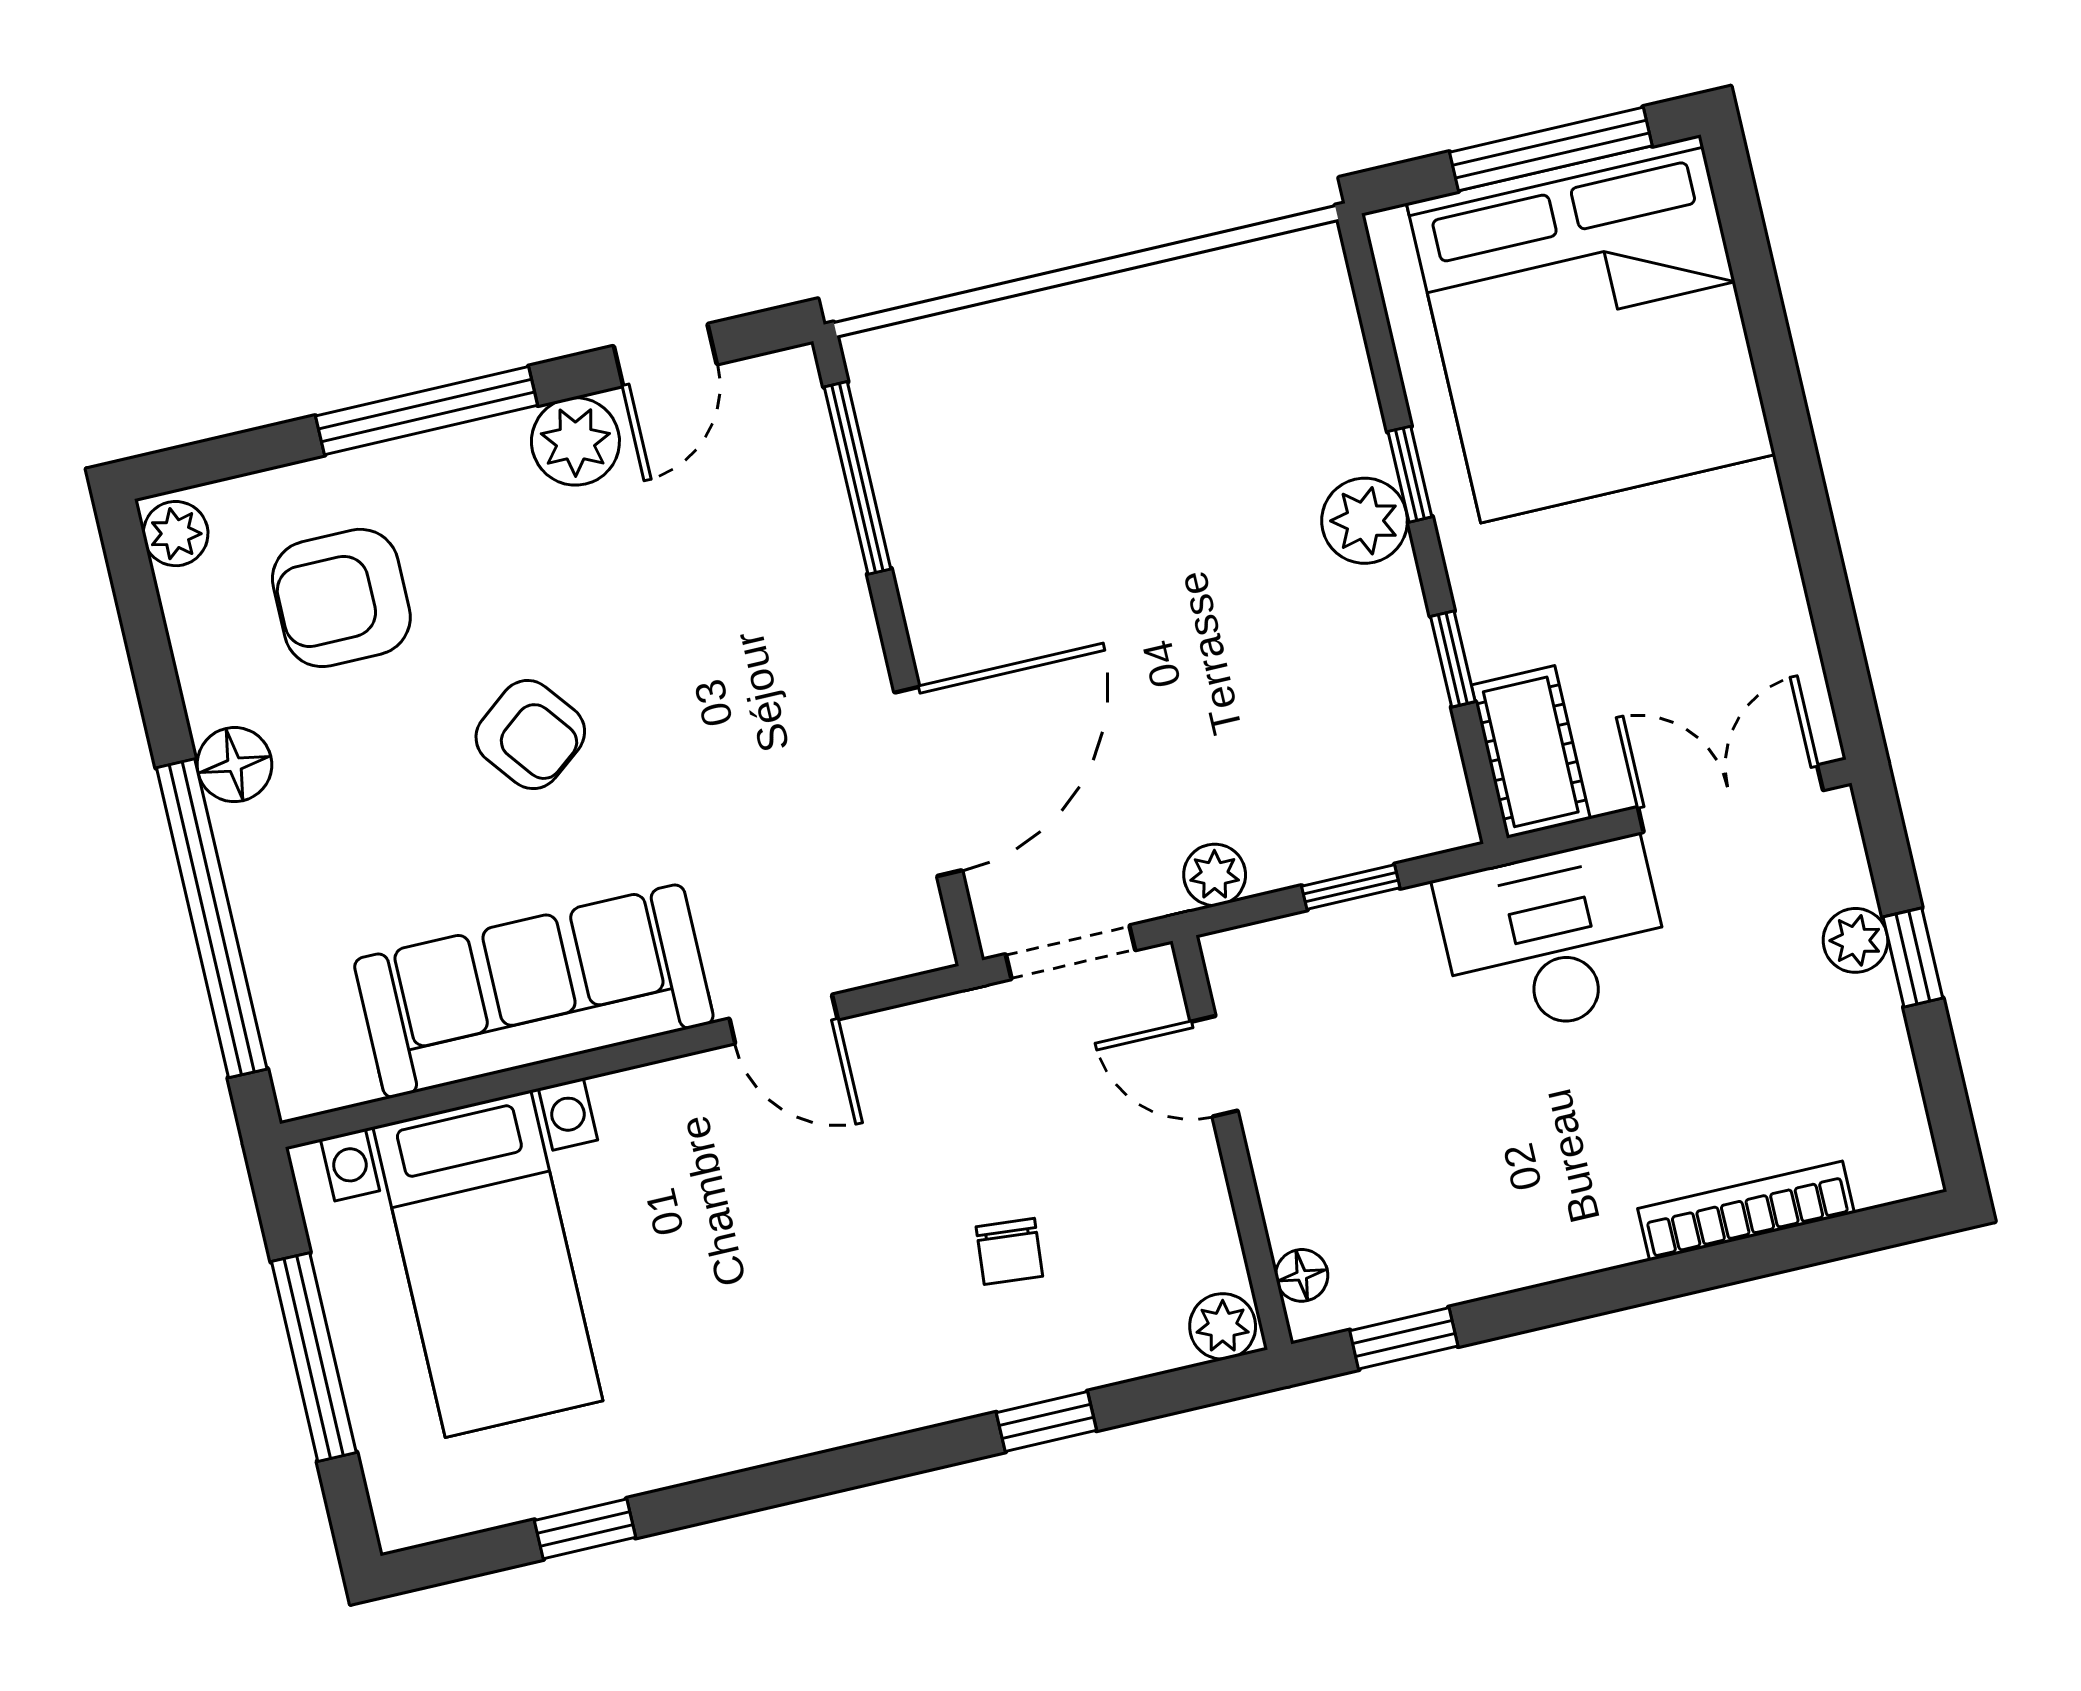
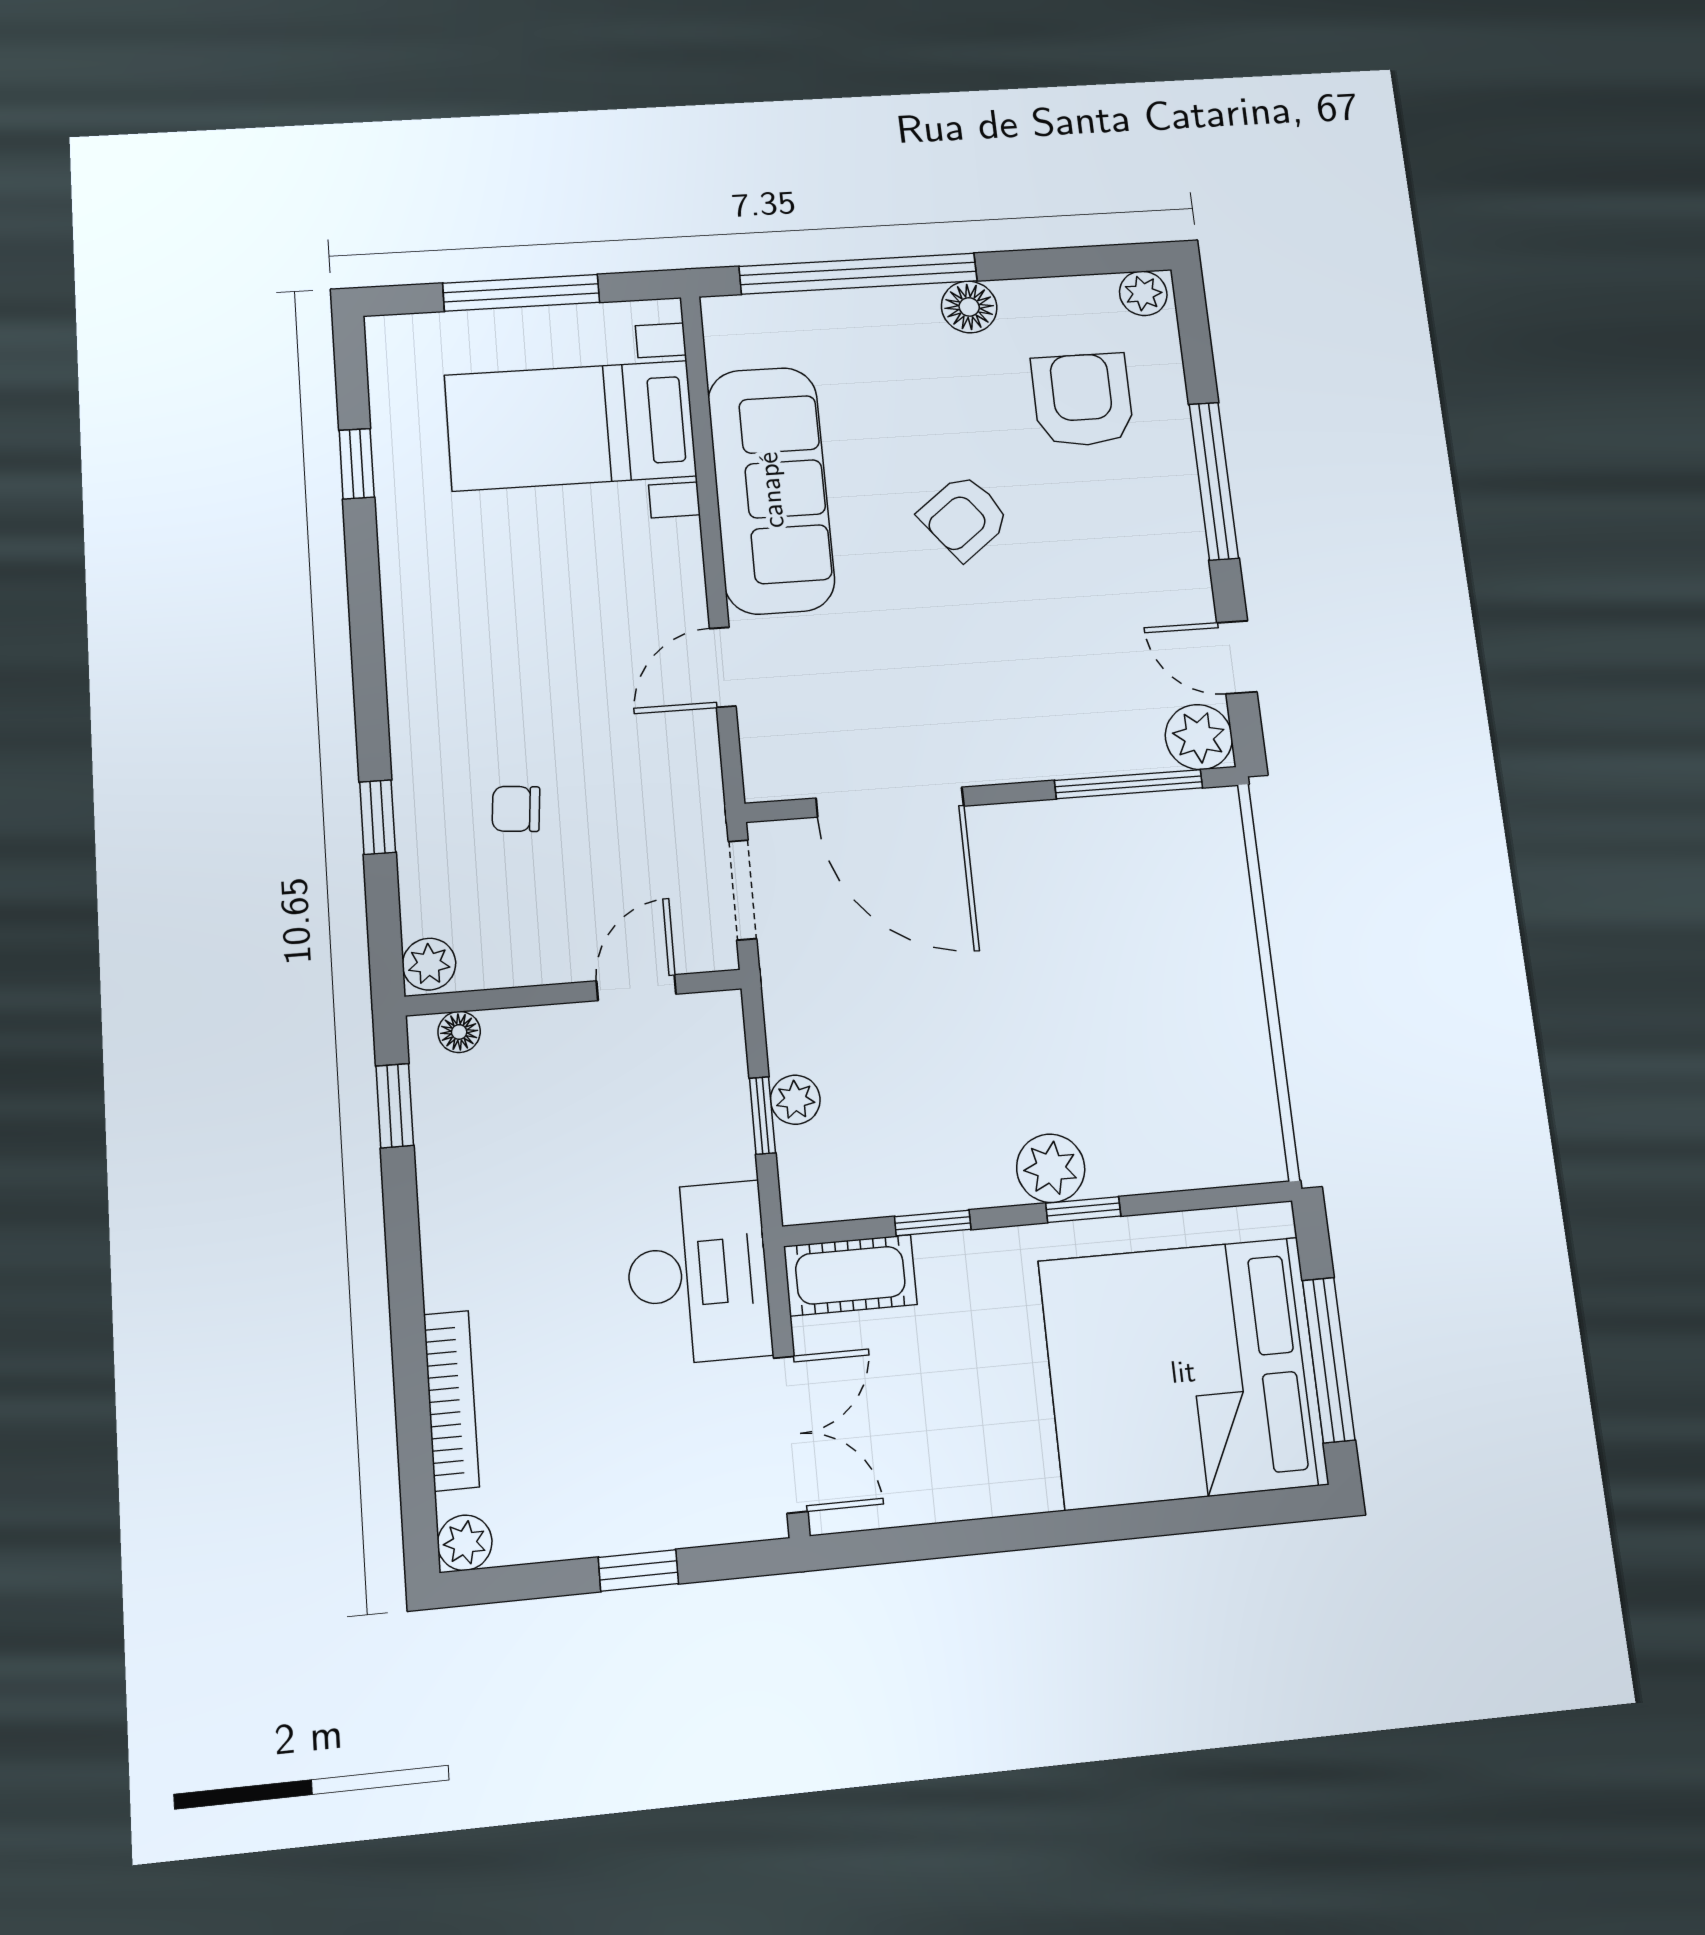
plant: (575, 441) -> (1199, 737), moved
plant: (1215, 875) -> (795, 1100), moved
plant: (1855, 940) -> (465, 1543), moved

